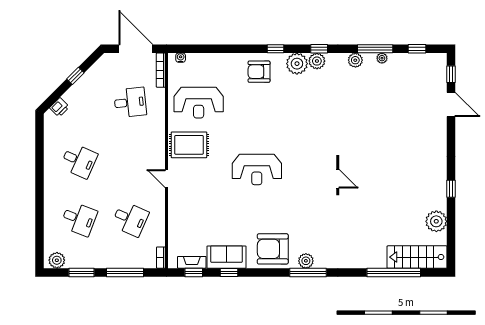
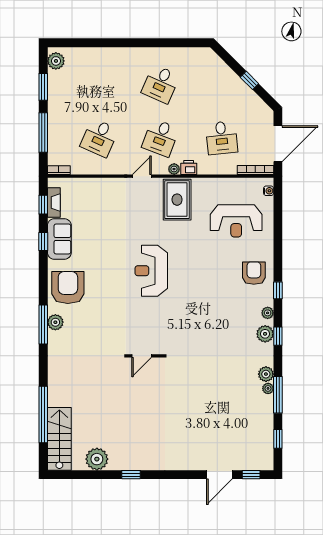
plant: (382, 58) -> (268, 388), moved
plant: (297, 64) -> (268, 313), width x0.53, depth x0.53
reception desk: (199, 103) -> (236, 221), moved, turned -90
printer: (59, 107) -> (189, 168), moved, turned 135
plant: (160, 148) -> (174, 169), added
desk: (79, 219) -> (161, 138), moved

